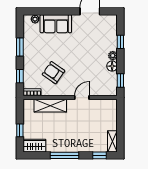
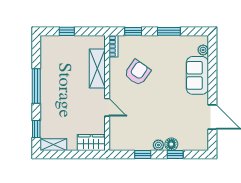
floor lamp: (112, 66) -> (171, 144), moved
window: (120, 80) -> (143, 154), moved
wardrobe: (34, 146) -> (91, 142), moved, turned -90

